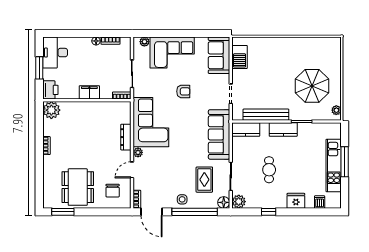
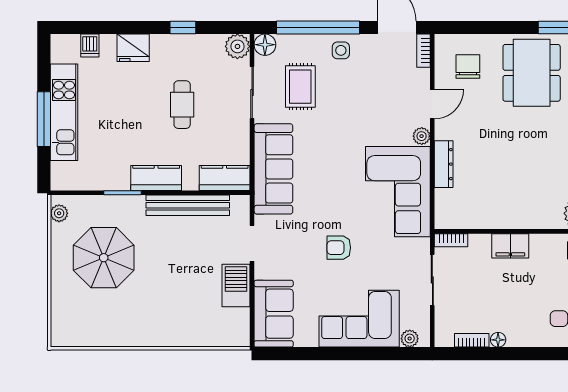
barbecue: (240, 57) -> (236, 285), moved

